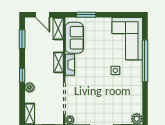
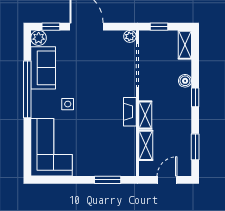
door: (43, 15) -> (167, 180), hinge flipped
shelving: (58, 29) -> (146, 145), moved
sofa: (74, 38) -> (43, 68), moved, turned 180
window: (145, 61) -> (27, 89), moved

